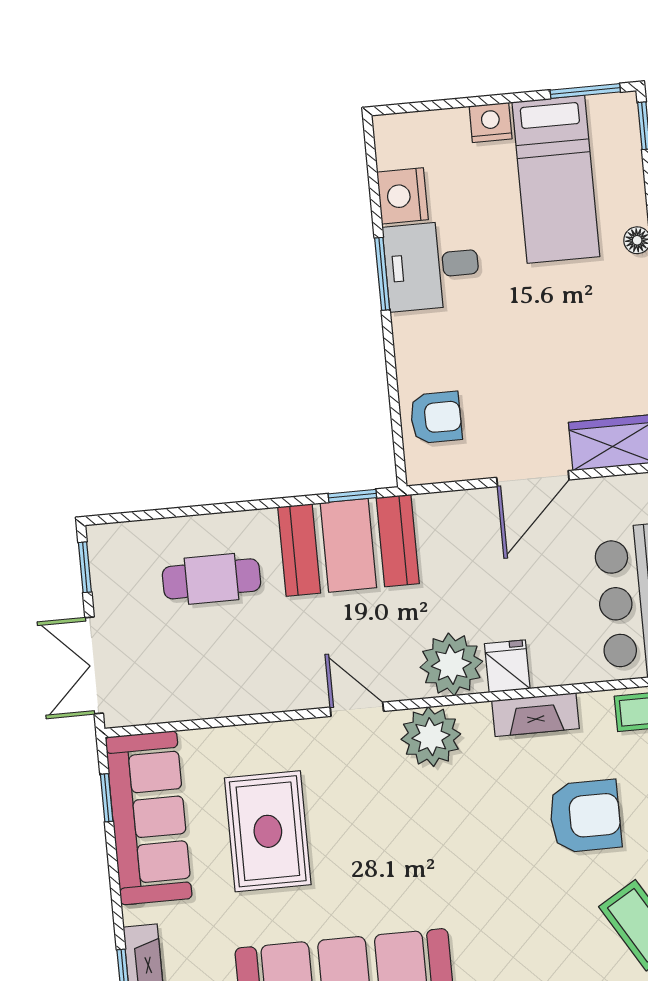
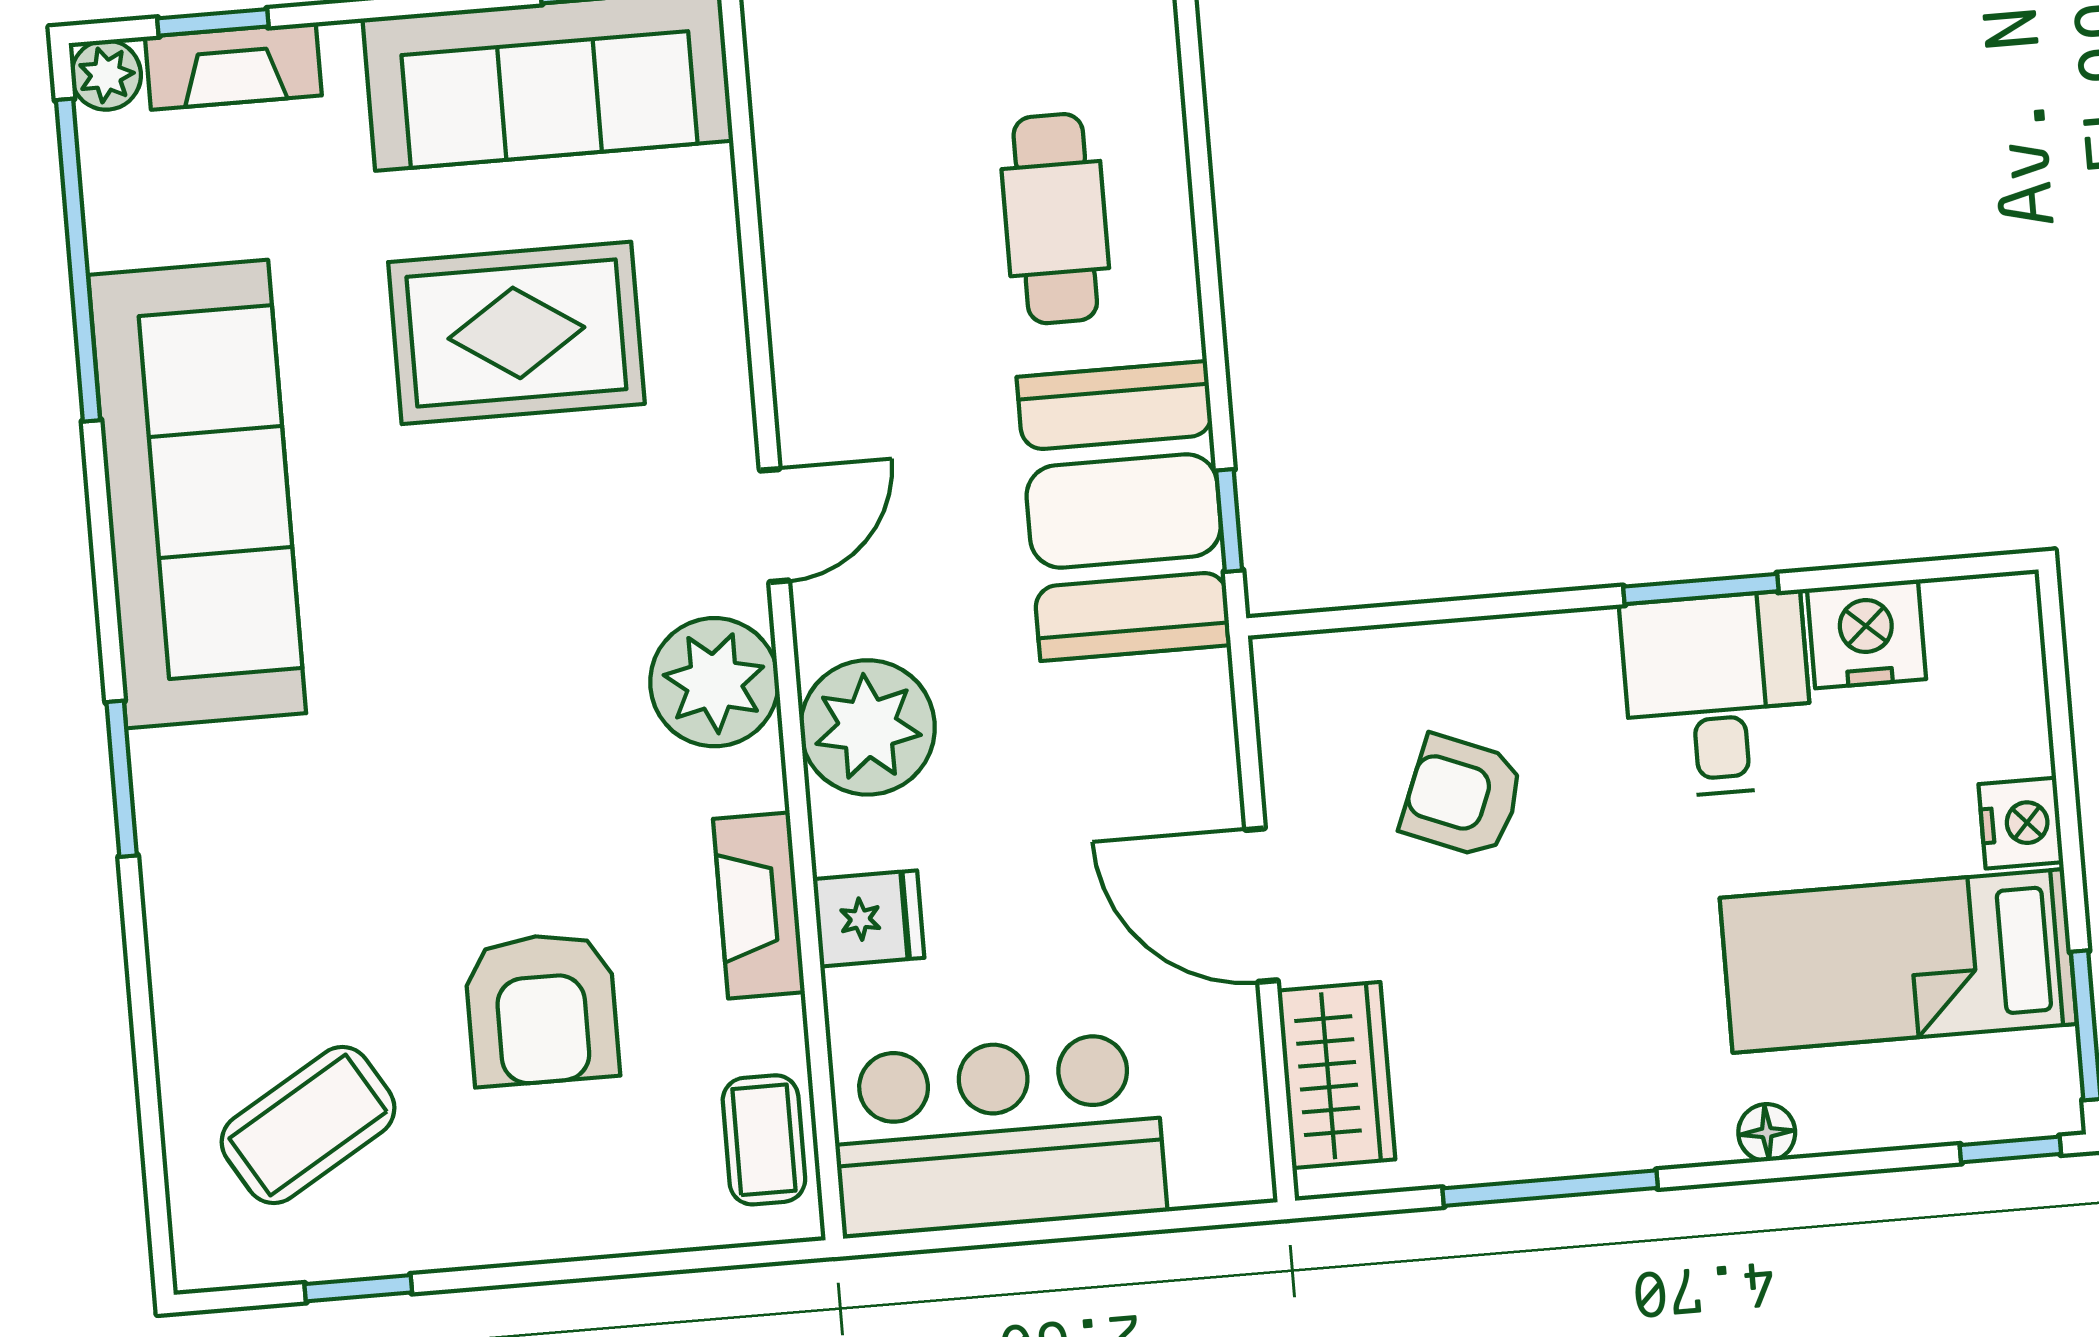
armchair: (436, 417) -> (1463, 797), moved, turned 112
fridge: (507, 666) -> (869, 918), moved

